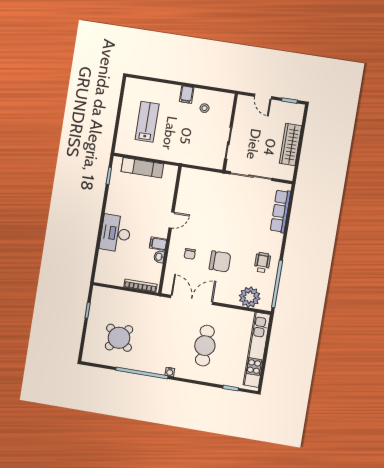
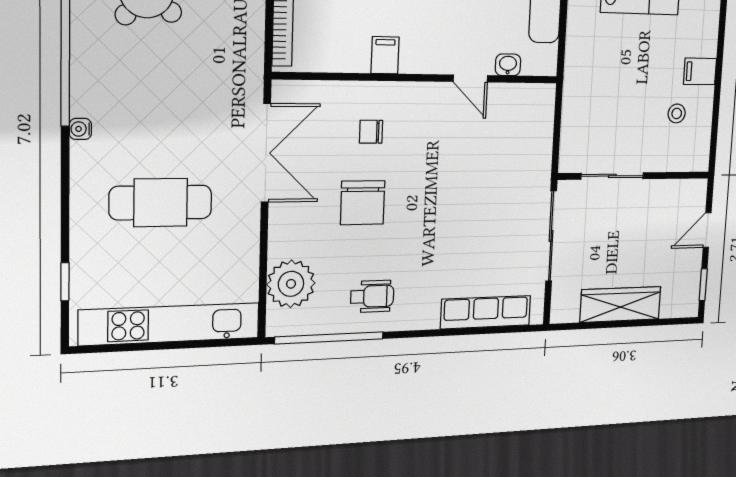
door: (171, 220) -> (470, 79), moved
washbasin: (159, 257) -> (508, 65), moved

